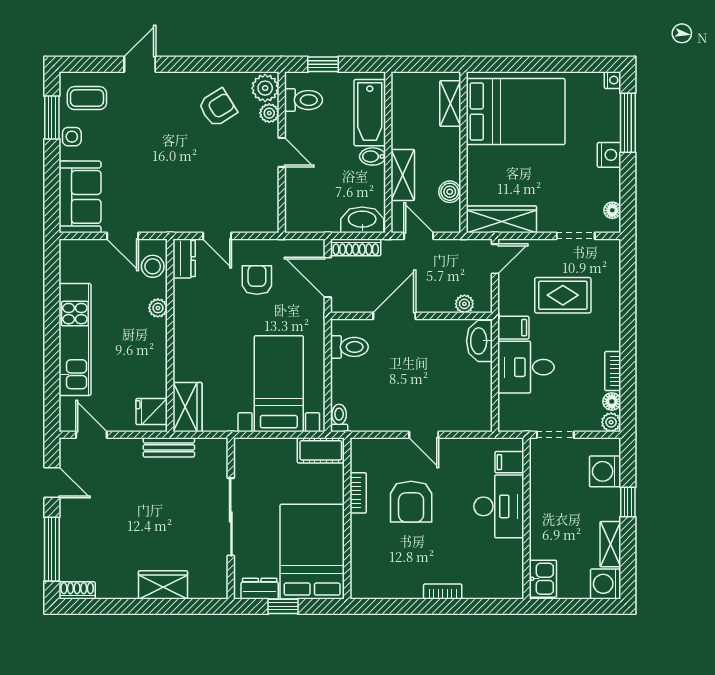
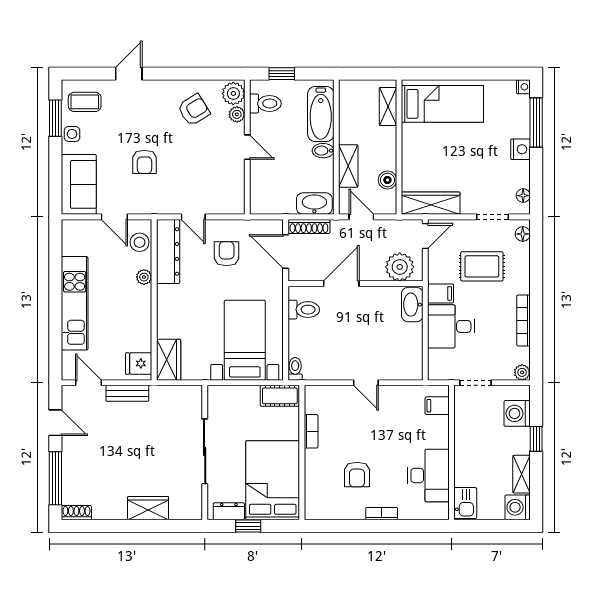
bed: (516, 112) -> (442, 104), width x0.67
armchair: (159, 170) -> (144, 162), added
dresser: (184, 258) -> (168, 251), width x1.96, depth x1.24
plant: (464, 304) -> (400, 267), width x1.88, depth x1.88
bookcase: (613, 371) -> (523, 320), width x1.56
floor lamp: (612, 401) -> (523, 234), moved
bench: (169, 447) -> (127, 393), moved
armchair: (411, 502) -> (357, 474), moved, width x0.72, depth x0.72
desk: (499, 506) -> (428, 475), moved

